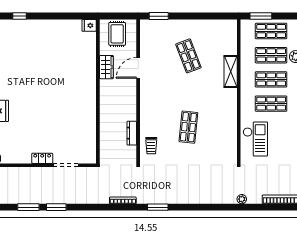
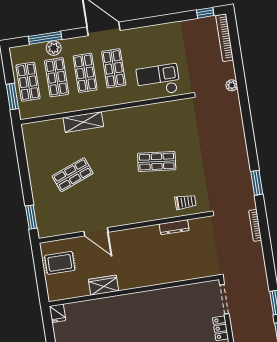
fridge: (89, 25) -> (58, 313), moved
wardrobe: (106, 67) -> (103, 285), moved
wall: (98, 92) -> (134, 291), moved

